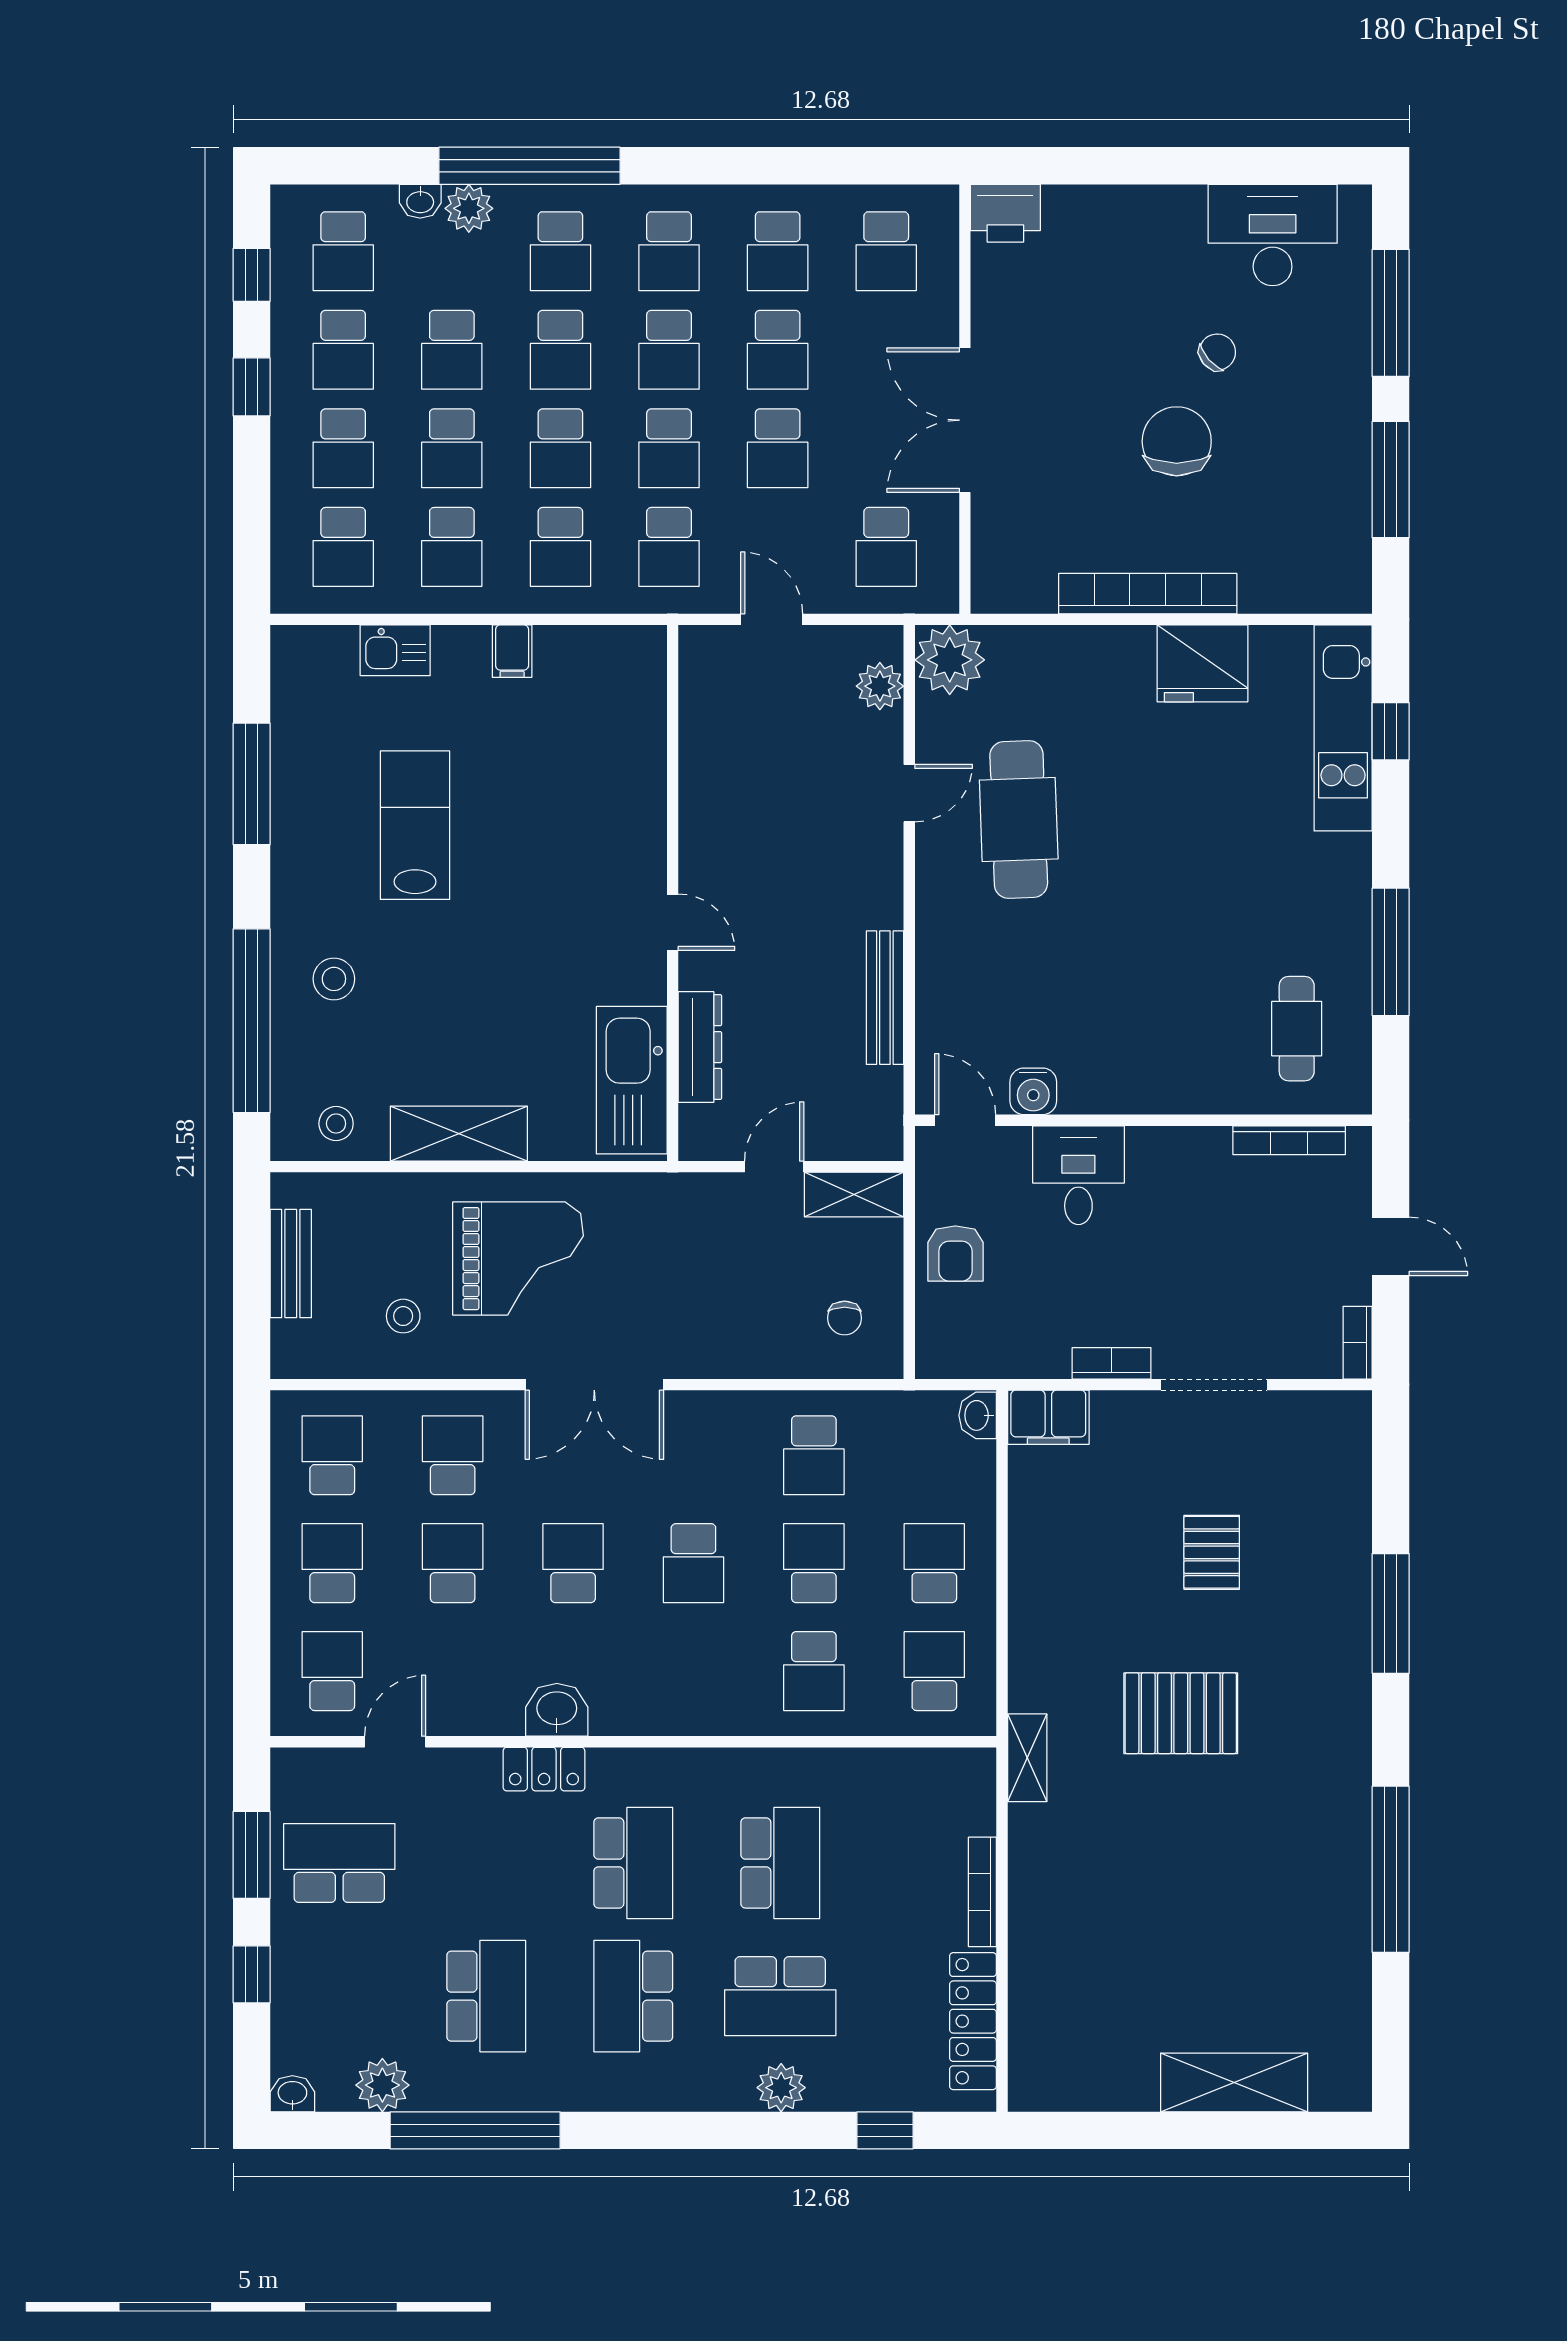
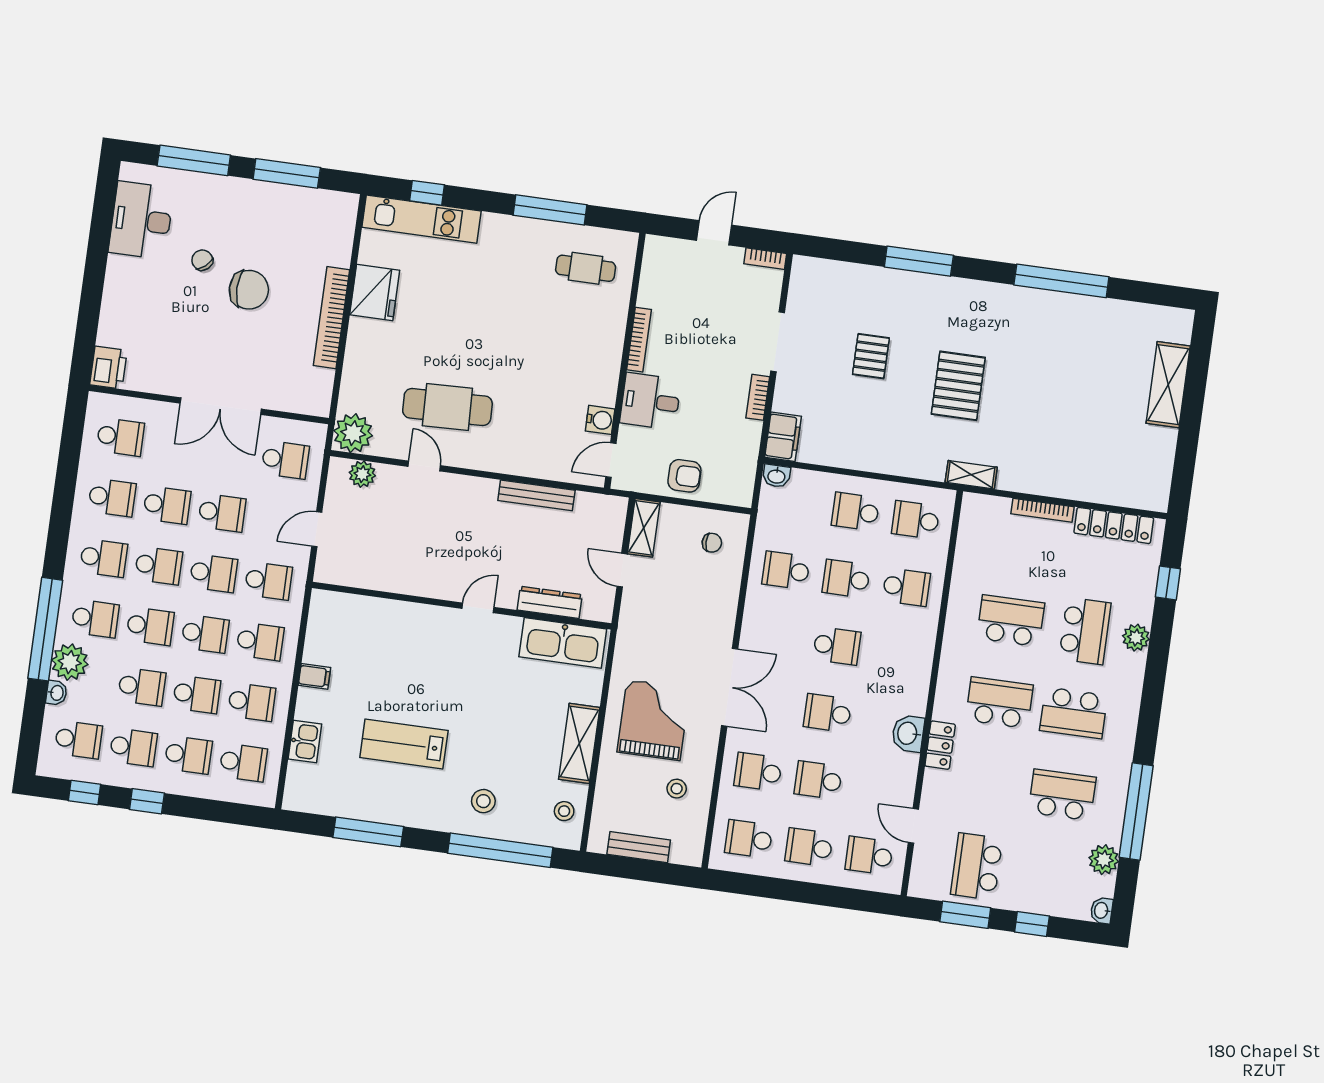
plant: (469, 208) -> (70, 662), width x1.36, depth x1.36
chair: (1177, 441) -> (249, 290), turned 180
bookcase: (1289, 1140) -> (639, 340), moved
school desk: (814, 1455) -> (786, 570), turned 180
pallet: (1212, 1552) -> (871, 356), turned 90

